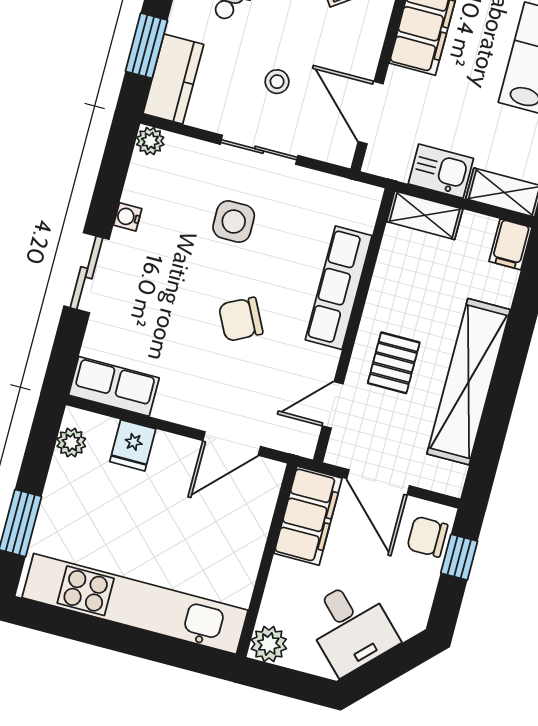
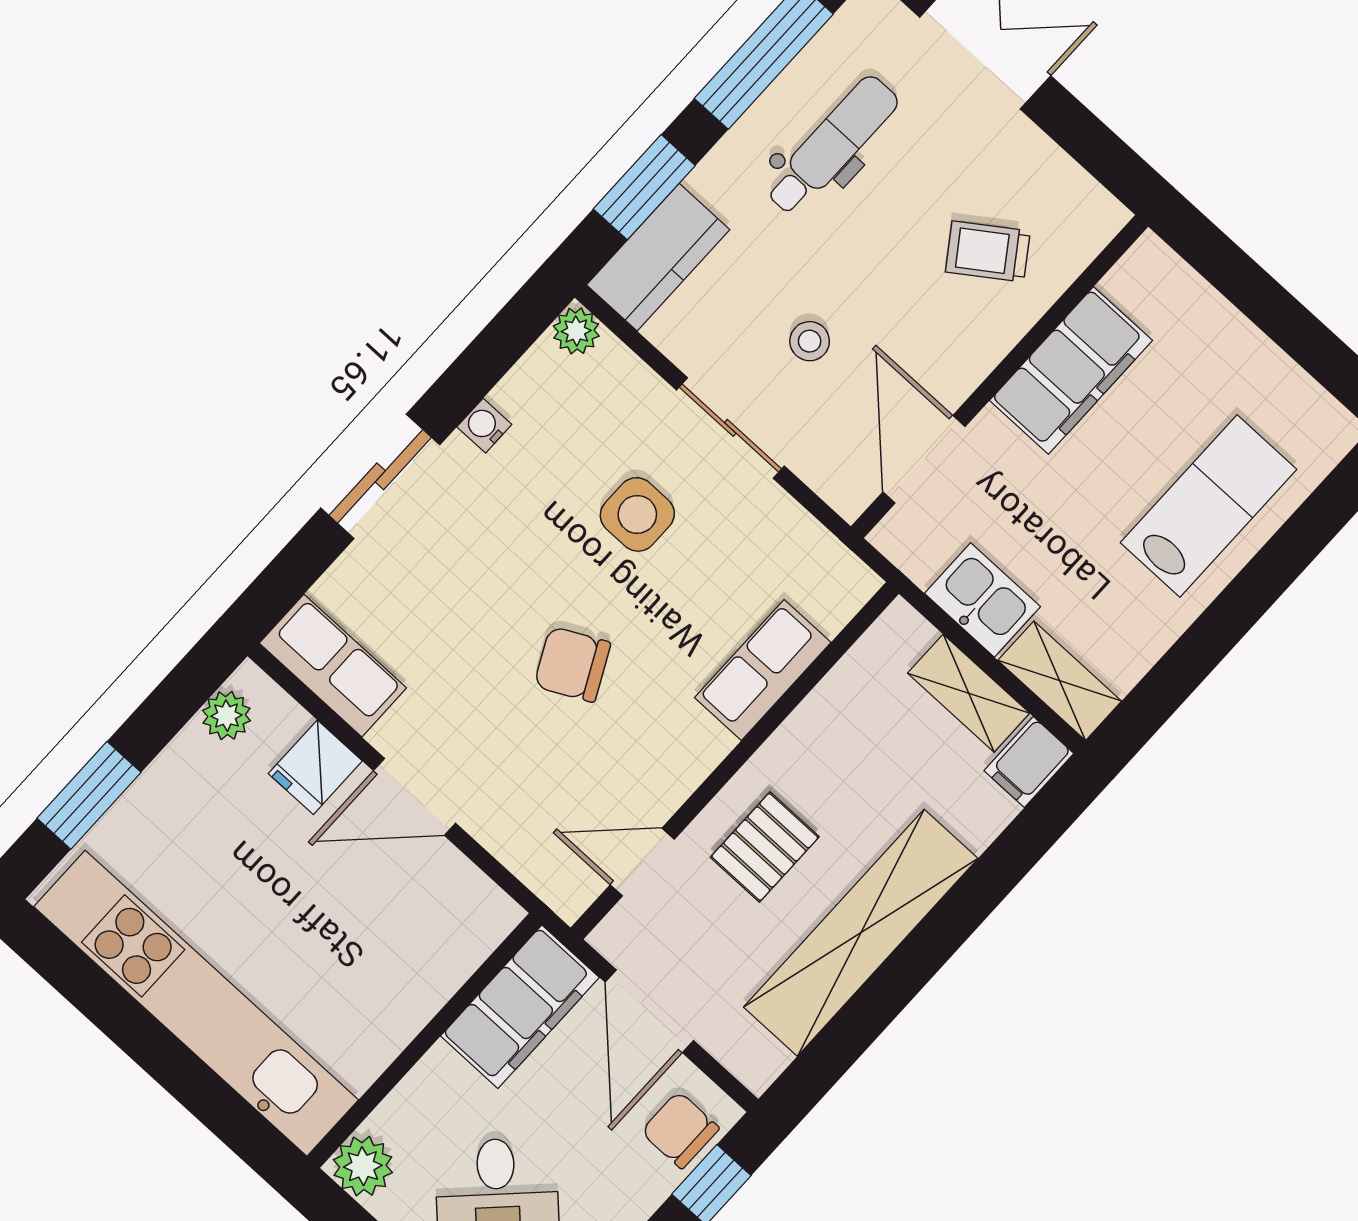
shelving: (425, 215) -> (969, 693), moved
row of seats: (339, 288) -> (763, 670), width x0.68
door: (232, 444) -> (415, 797), moved

